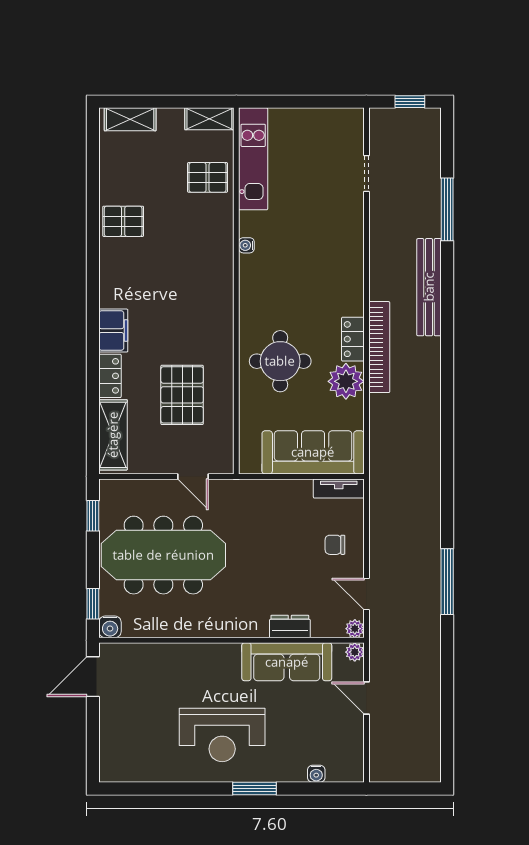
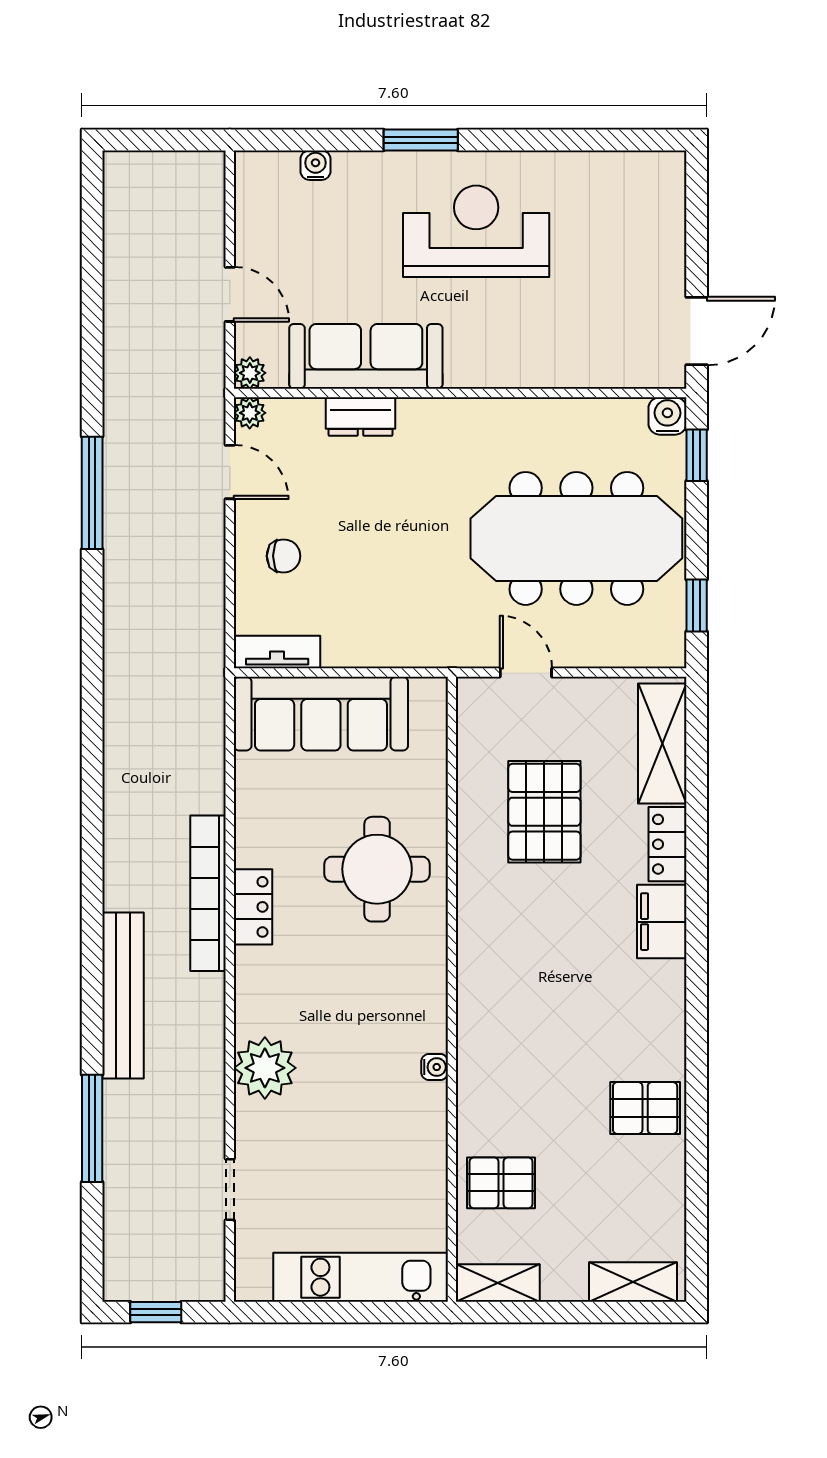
kitchen unit: (253, 159) -> (361, 1277), moved, turned 90
plant: (346, 381) -> (265, 1068), moved

